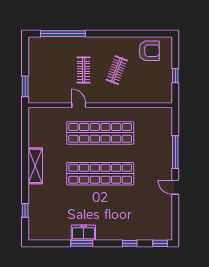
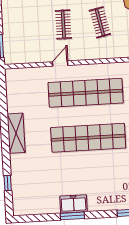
clothes rail: (117, 70) -> (100, 22), turned -33
door: (79, 105) -> (60, 64), hinge flipped

